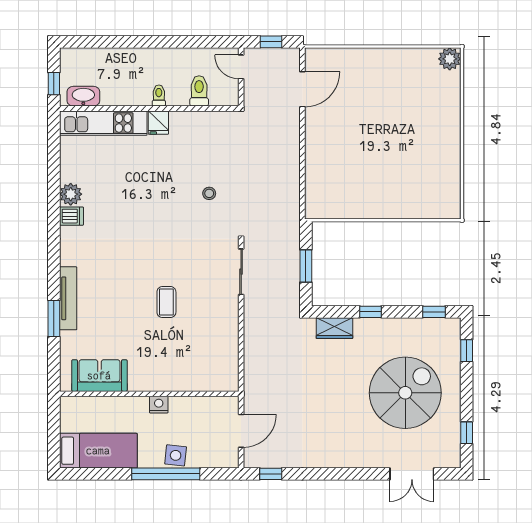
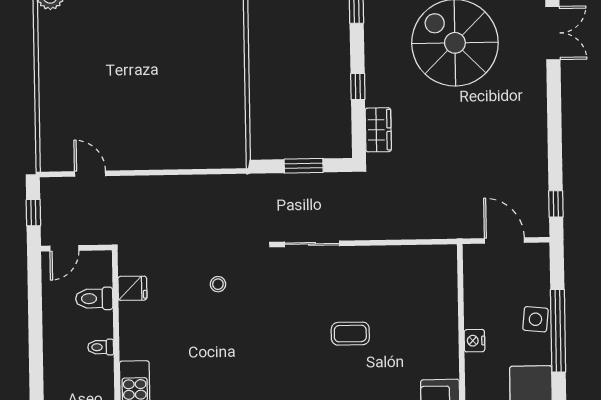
door: (302, 89) -> (90, 174), width x0.73
fridge: (158, 123) -> (132, 288), moved

